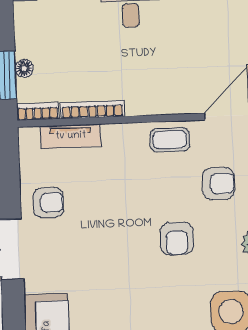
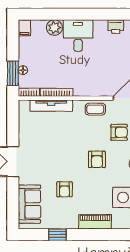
tv unit: (71, 136) -> (51, 106), width x1.41
armchair: (48, 203) -> (64, 189), moved, turned 90

